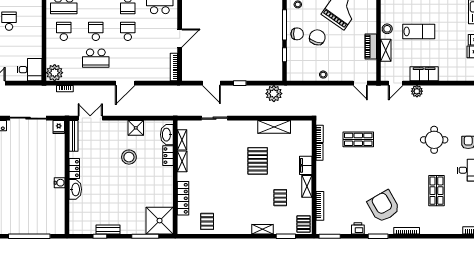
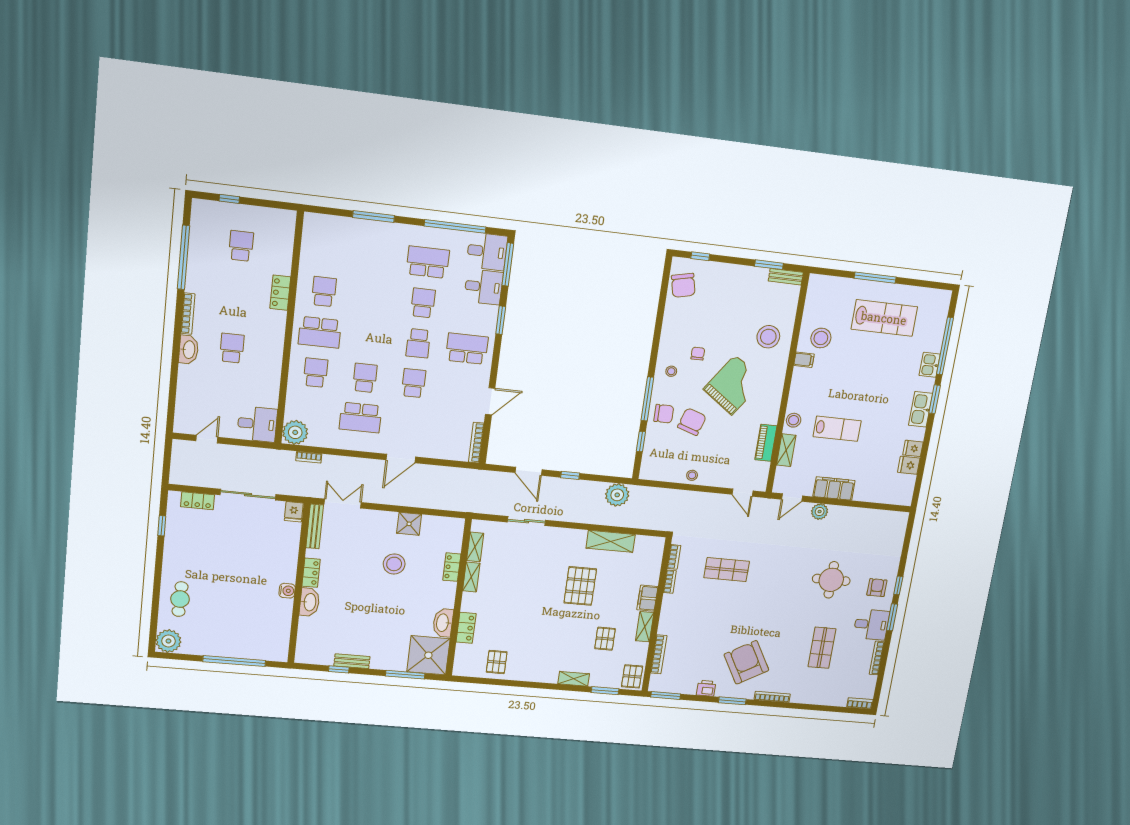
washbasin: (167, 135) -> (443, 623), moved
locker: (183, 198) -> (466, 628), width x0.66

